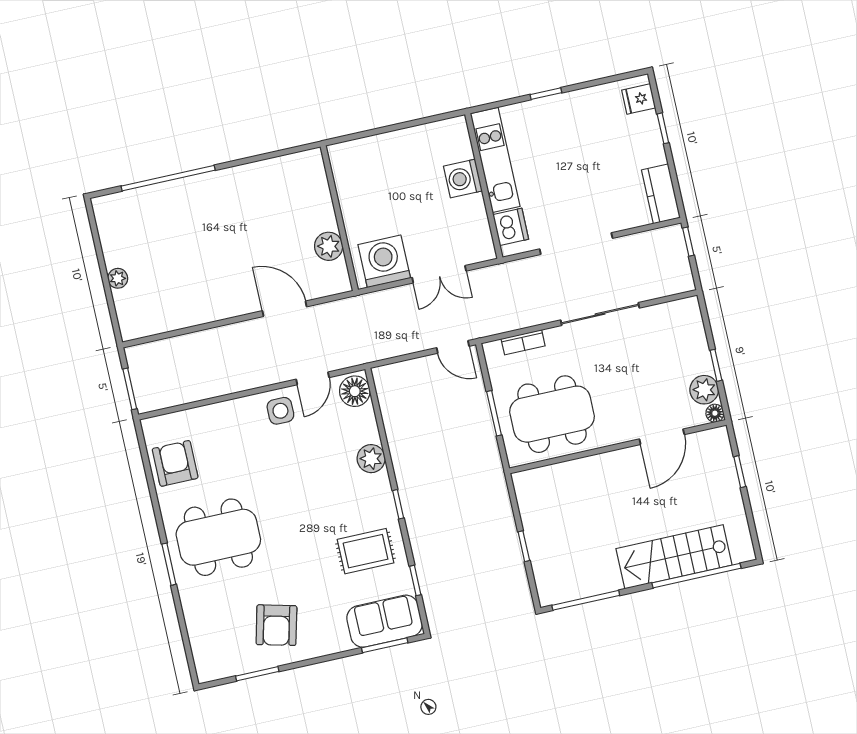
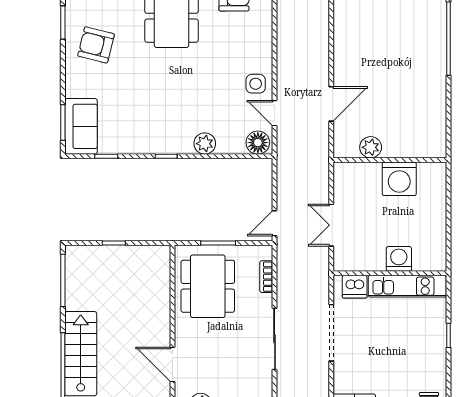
washing machine: (384, 261) -> (399, 179), moved, turned 90
rug: (366, 551) -> (136, 124), removed

